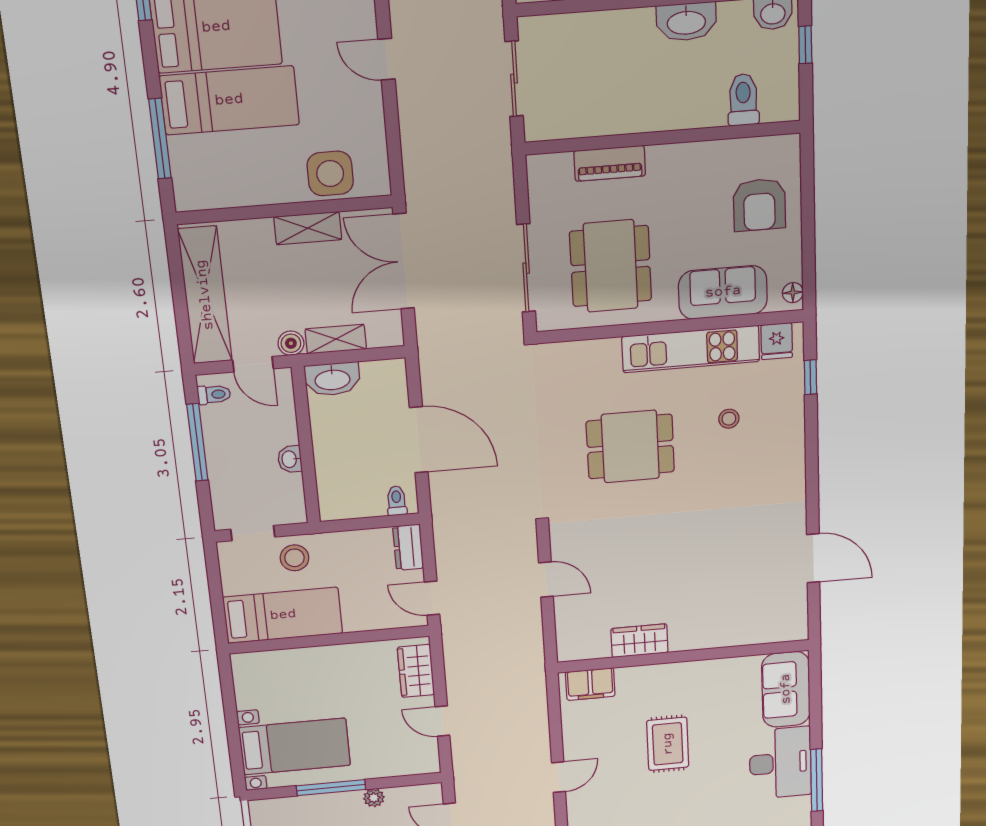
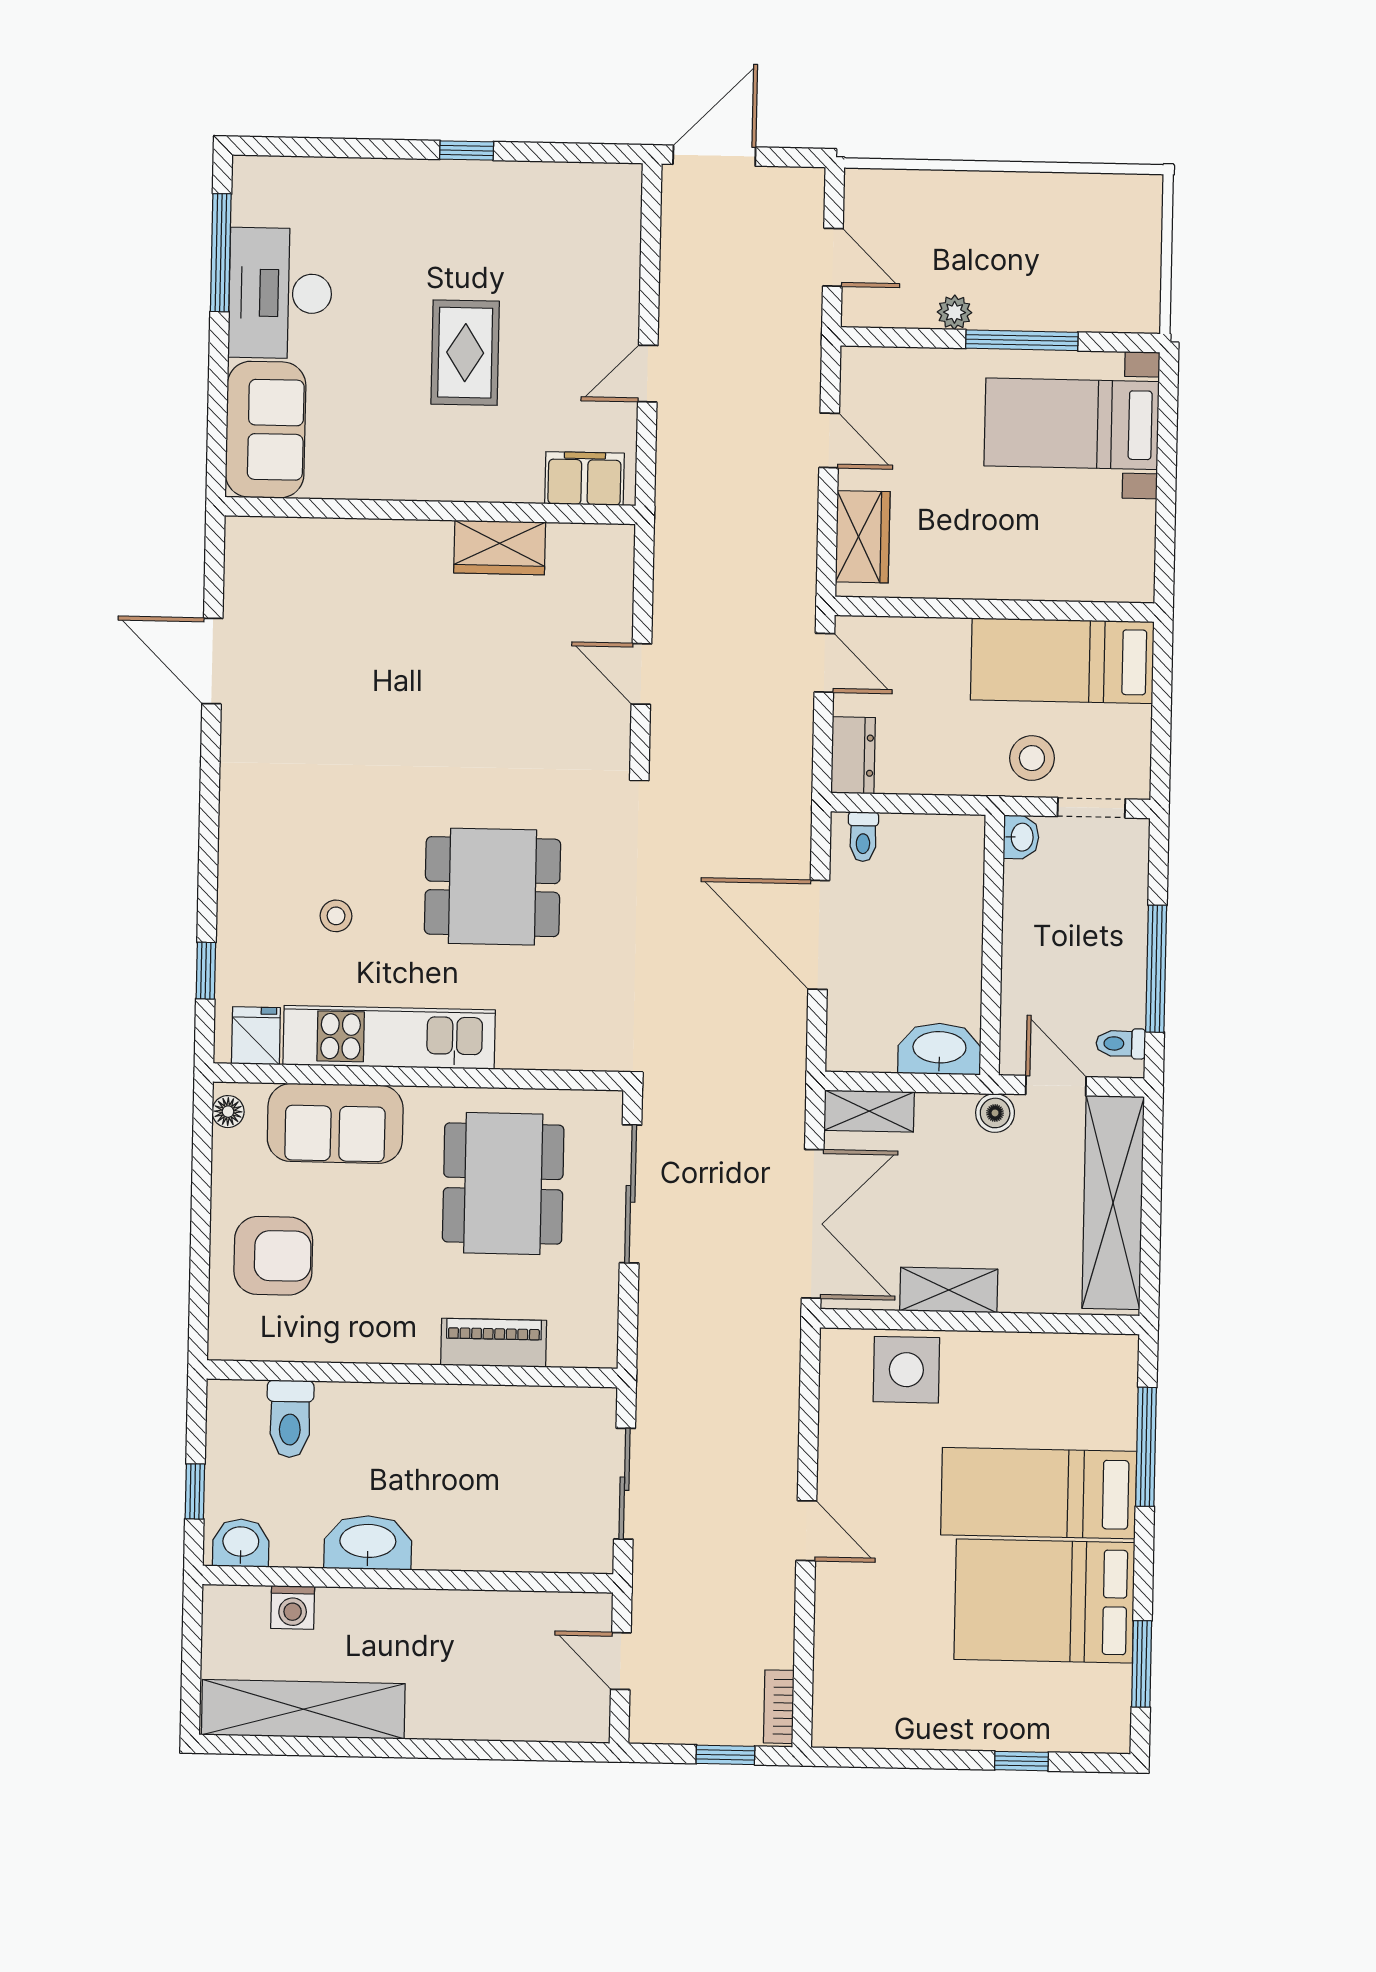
armchair: (759, 205) -> (273, 1256), turned 90
shelving: (336, 339) -> (869, 1111), moved
washbasin: (290, 459) -> (1021, 837), moved
door: (559, 777) -> (648, 374), moved

